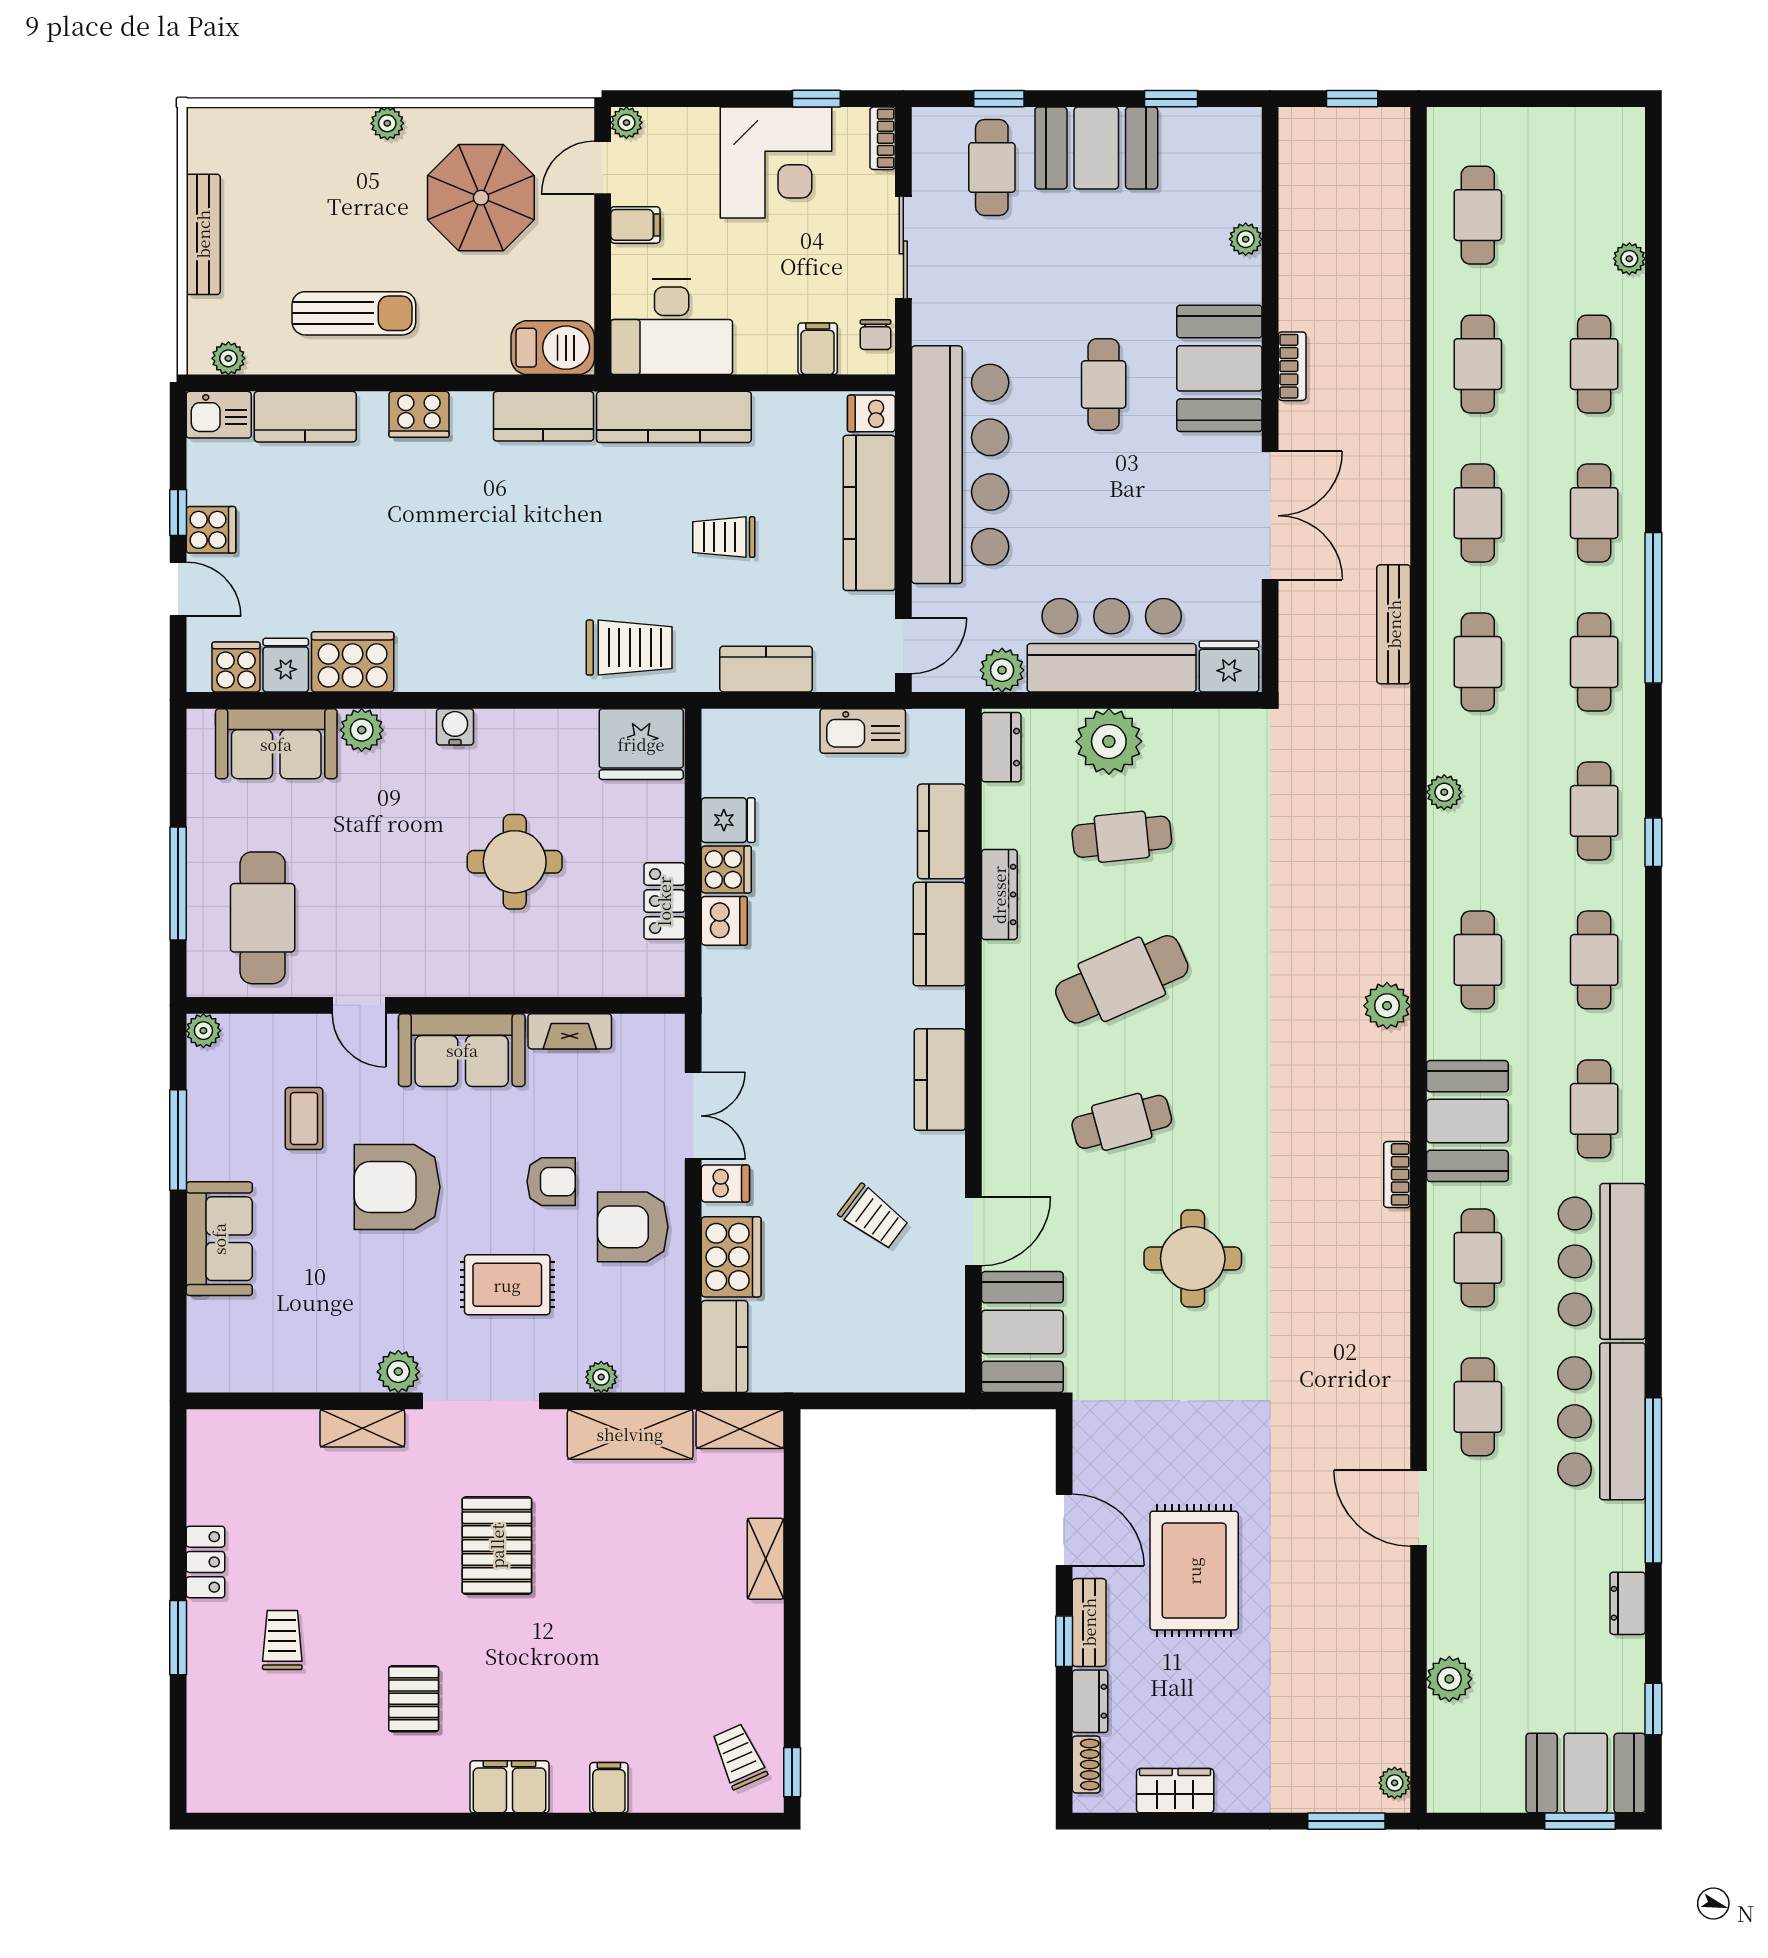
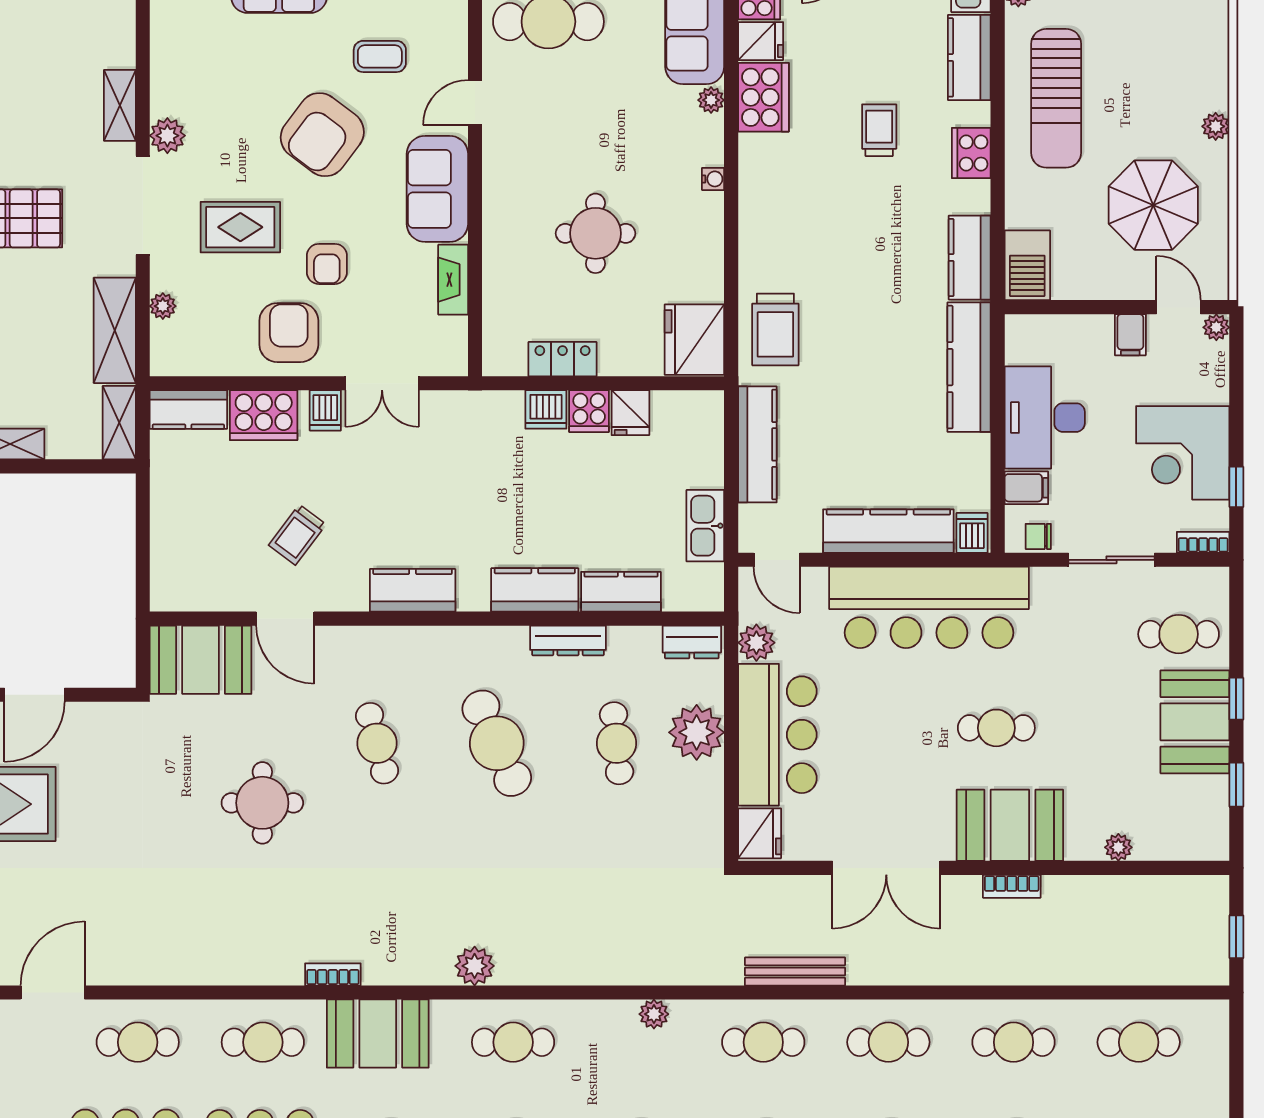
window: (999, 99) -> (1236, 699), moved
sun lounger: (354, 313) -> (1056, 98), width x1.36, depth x1.34
desk: (672, 327) -> (1045, 418), moved
trolley: (724, 537) -> (879, 130), moved
kitchen counter: (766, 669) -> (757, 444), width x1.50
water cooler: (455, 727) -> (713, 179), width x0.72, depth x0.72
plant: (362, 730) -> (711, 100), width x0.73, depth x0.73
armchair: (397, 1187) -> (322, 135), turned -143
rug: (507, 1285) -> (240, 227), turned 90

